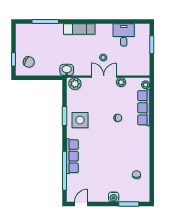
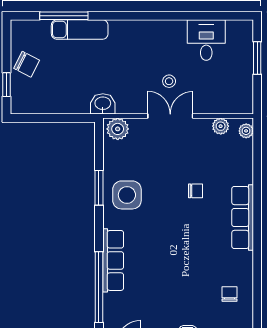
exam couch: (79, 29) -> (80, 29), moved
chair: (29, 62) -> (27, 64), moved
plant: (121, 82) -> (221, 126), moved
row of seats: (144, 108) -> (243, 218), moved

